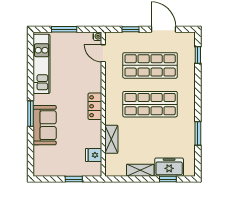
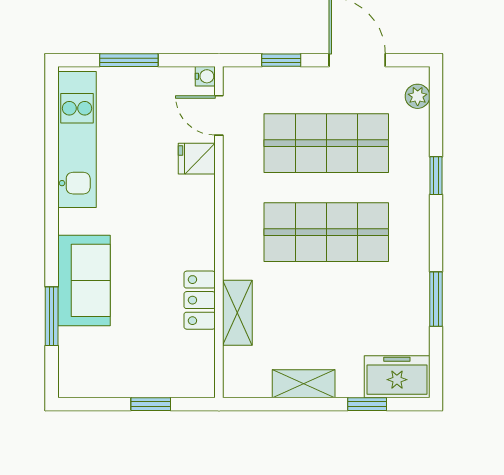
plant: (190, 45) -> (418, 96), added
window: (198, 55) -> (436, 176), moved
locker: (95, 106) -> (200, 300), moved
window: (31, 114) -> (52, 316), moved
fridge: (94, 155) -> (197, 159), moved
freezer: (169, 167) -> (397, 377), moved

